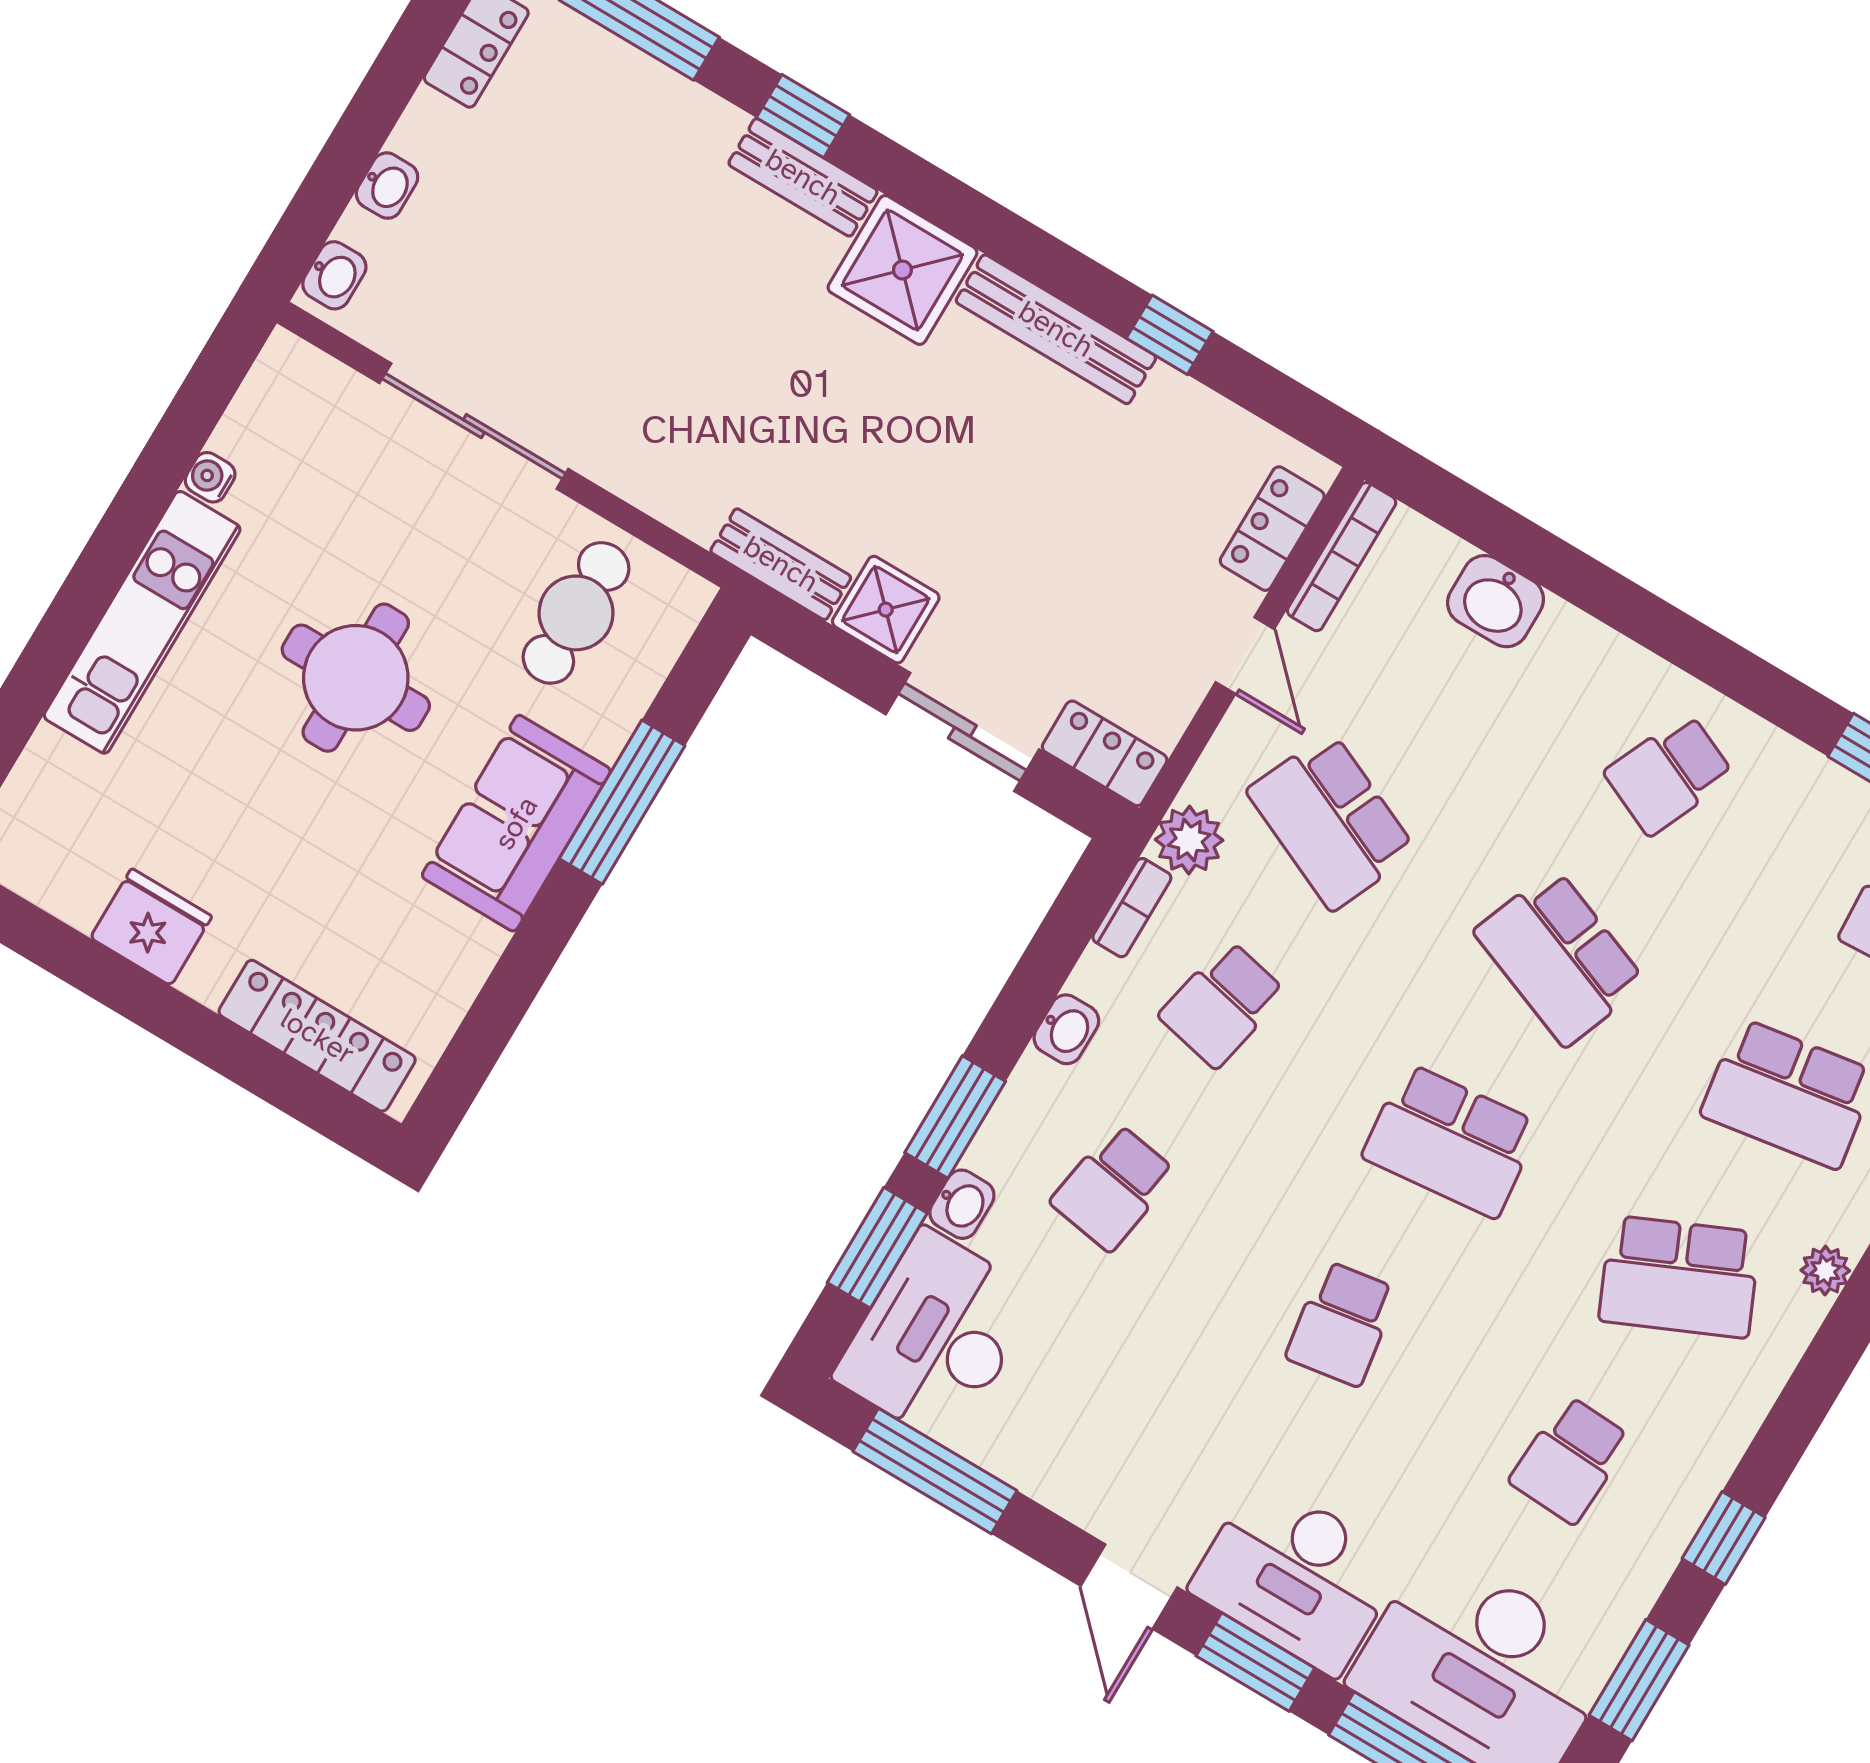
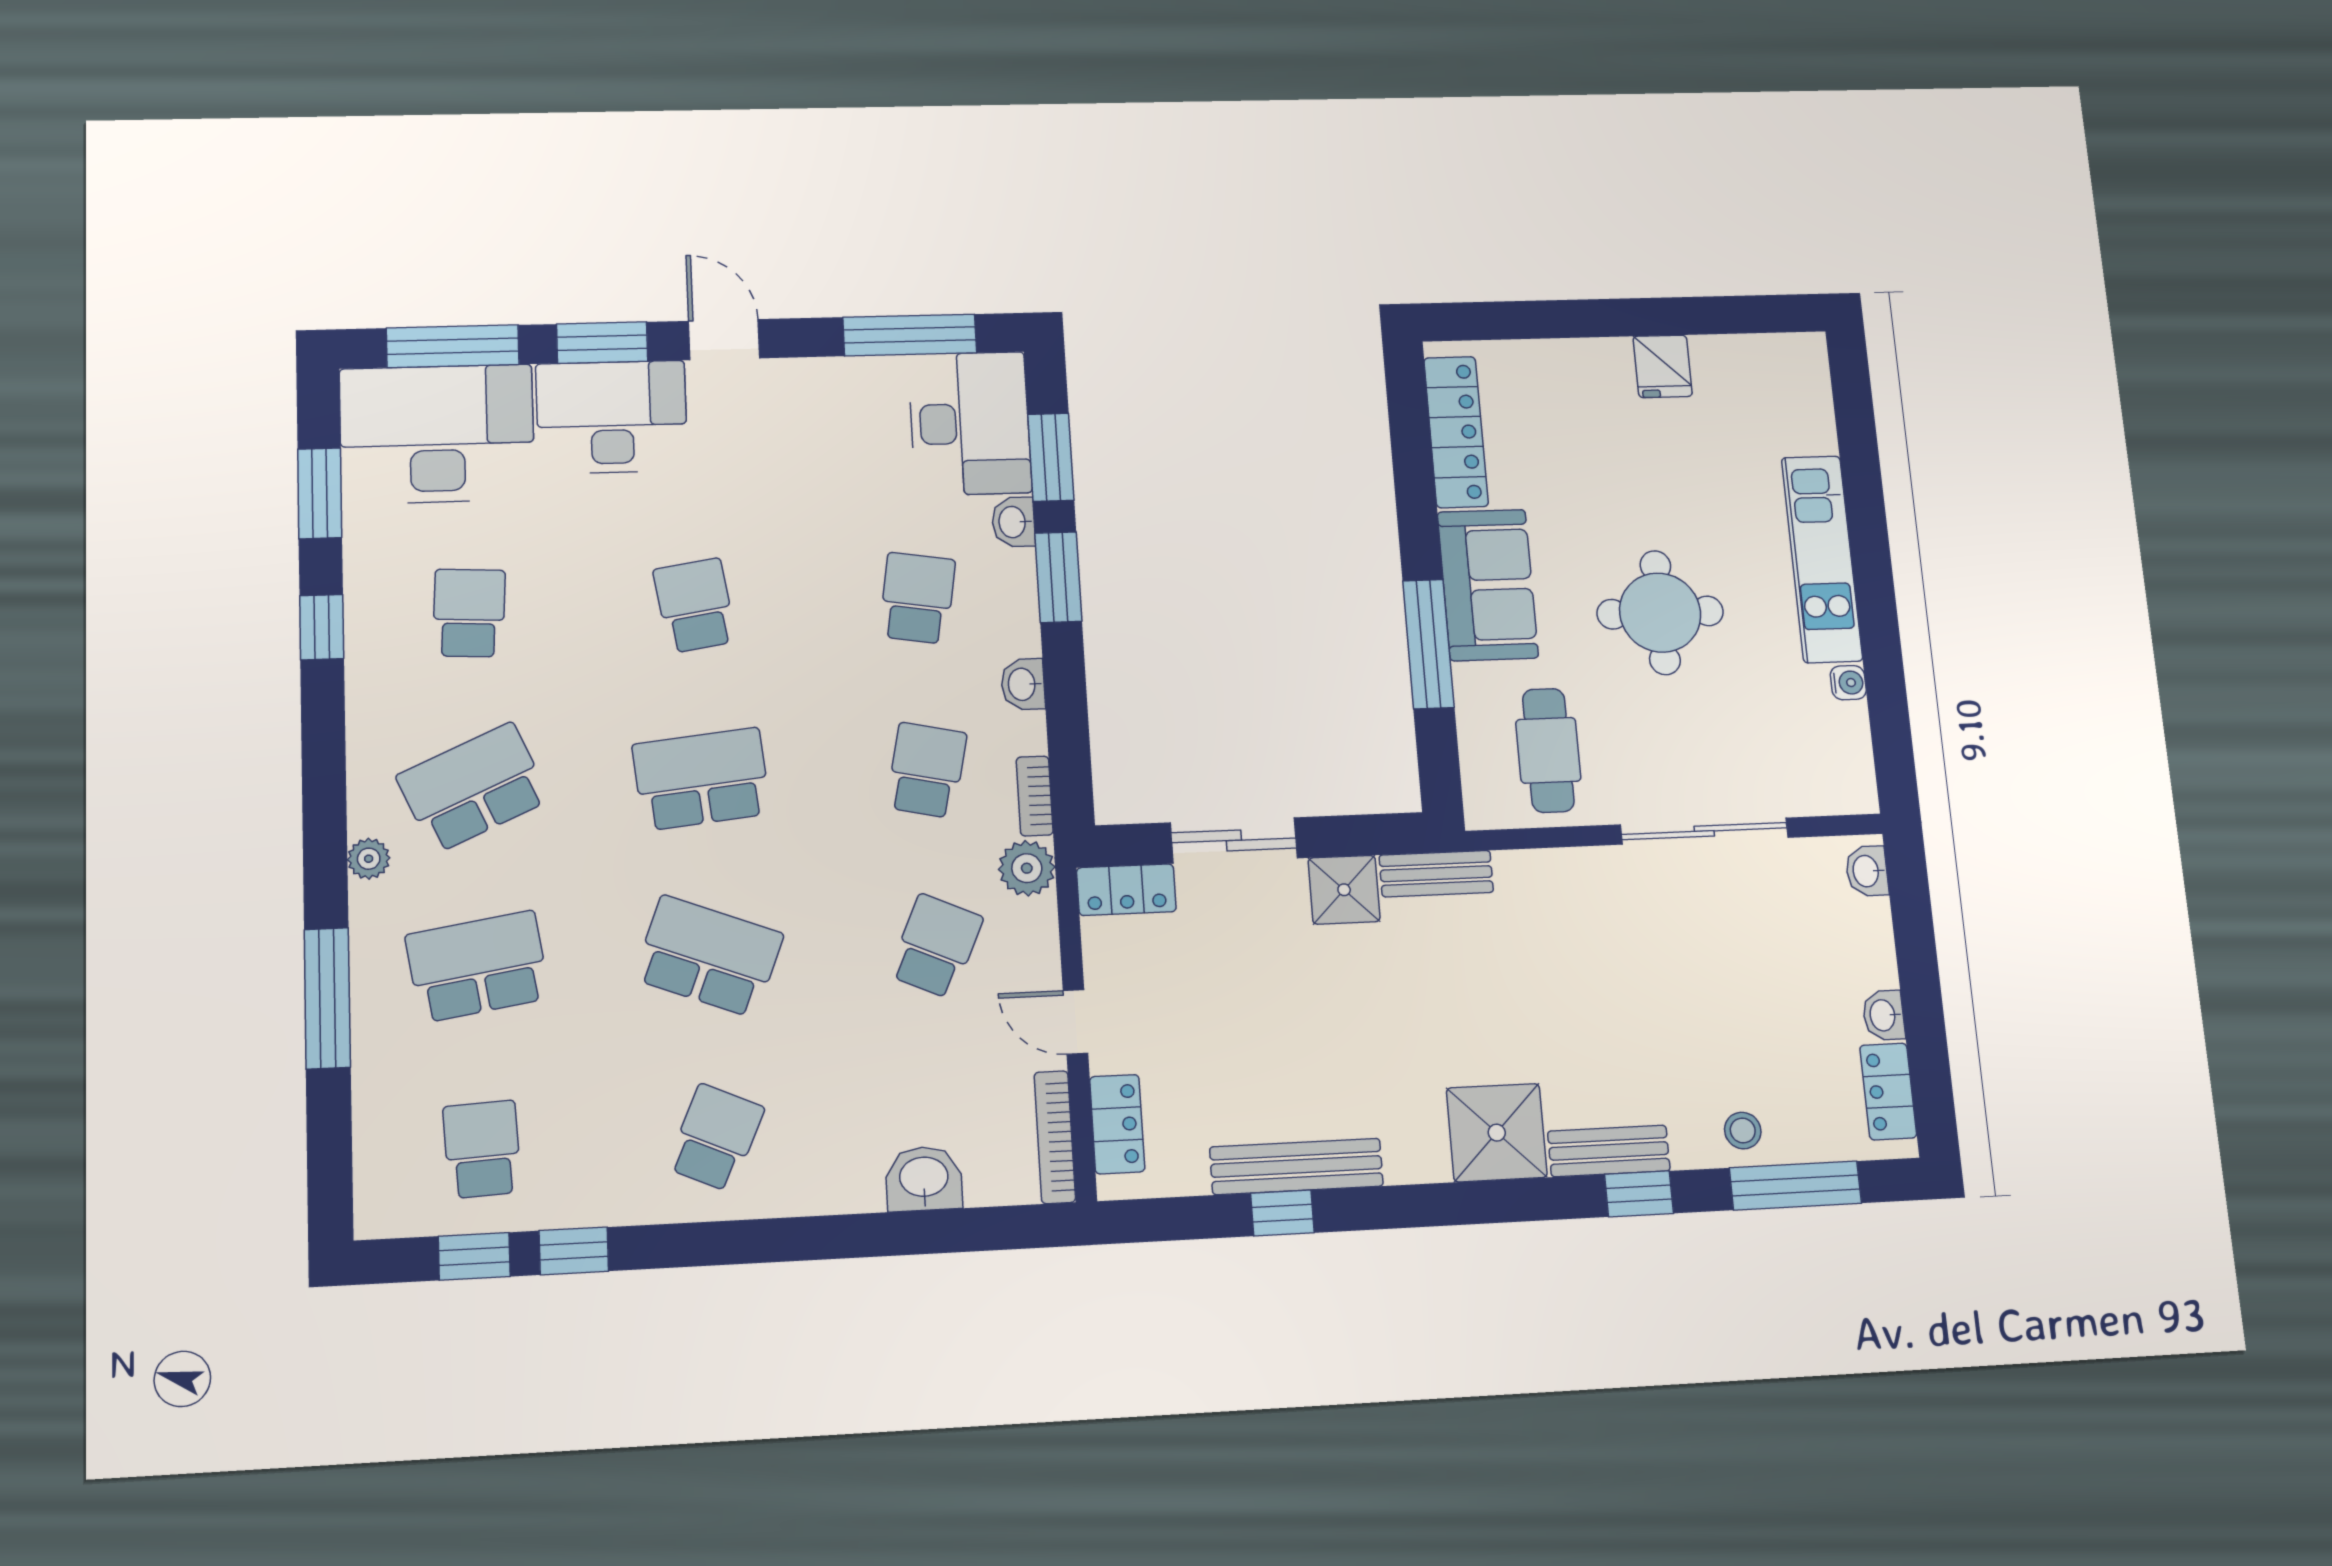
stool: (653, 107) -> (1743, 1131), added
washbasin: (387, 186) -> (1884, 1015), moved
bench: (1056, 329) -> (1296, 1166), moved
school desk: (1331, 821) -> (936, 946), width x0.54
fridge: (151, 927) -> (1663, 366), width x0.72
locker: (317, 1036) -> (1456, 432), moved, turned -90

